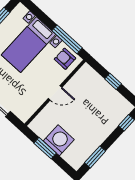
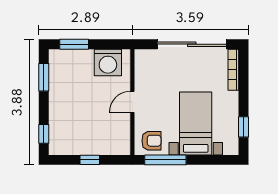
washing machine: (59, 140) -> (108, 63), moved
window: (45, 148) -> (74, 44), moved

